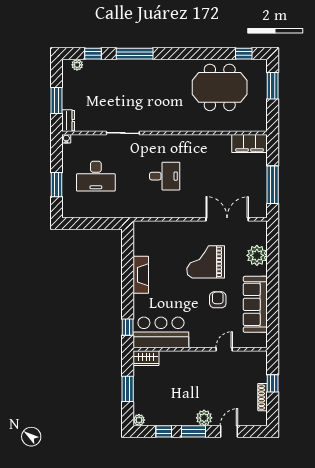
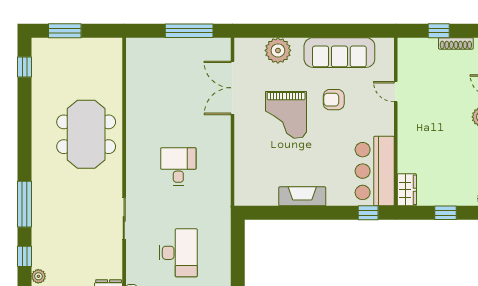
meeting table: (220, 87) -> (86, 134), moved
filing cabinet: (250, 144) -> (137, 60), removed
window: (128, 389) -> (446, 213), width x0.67

